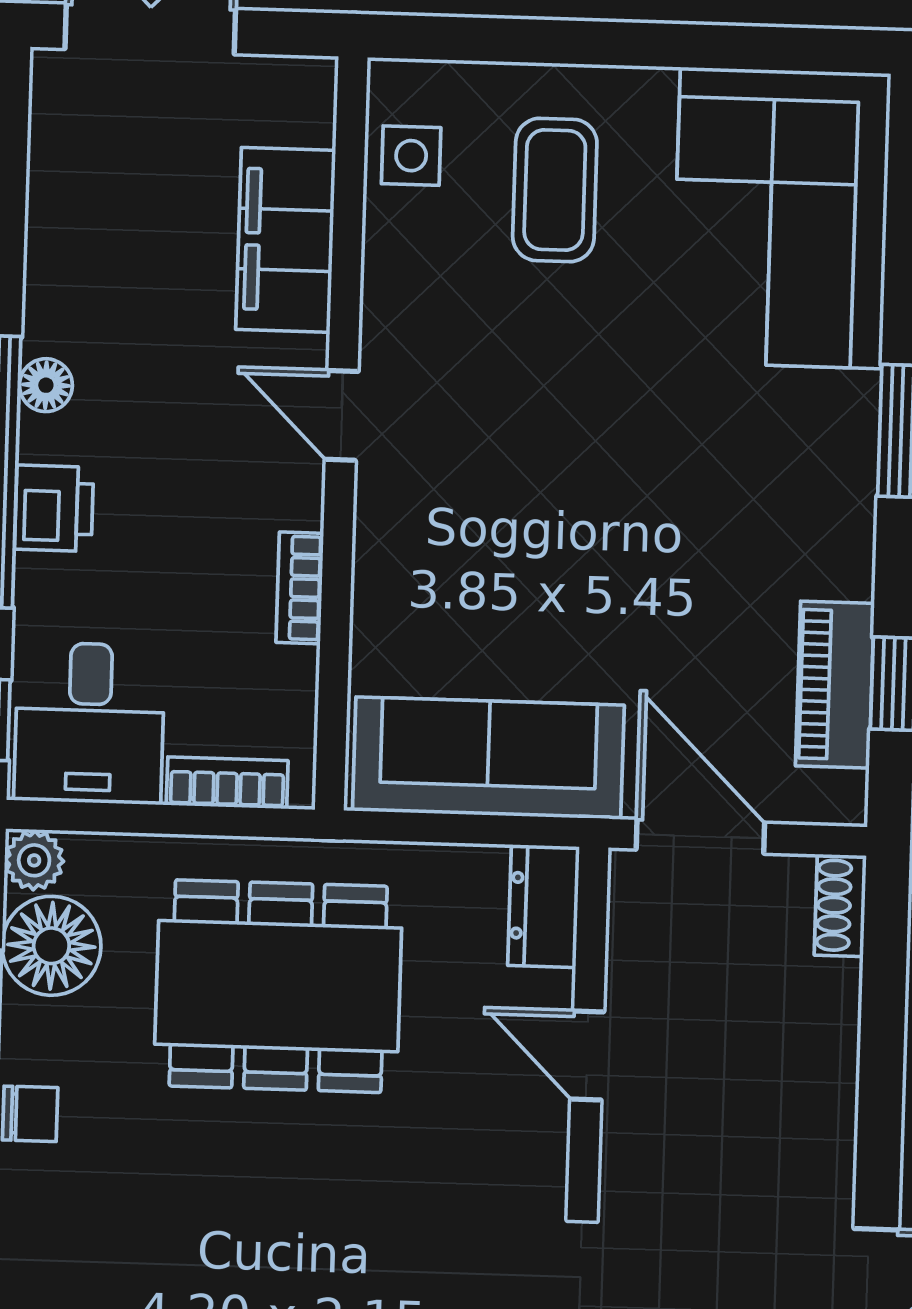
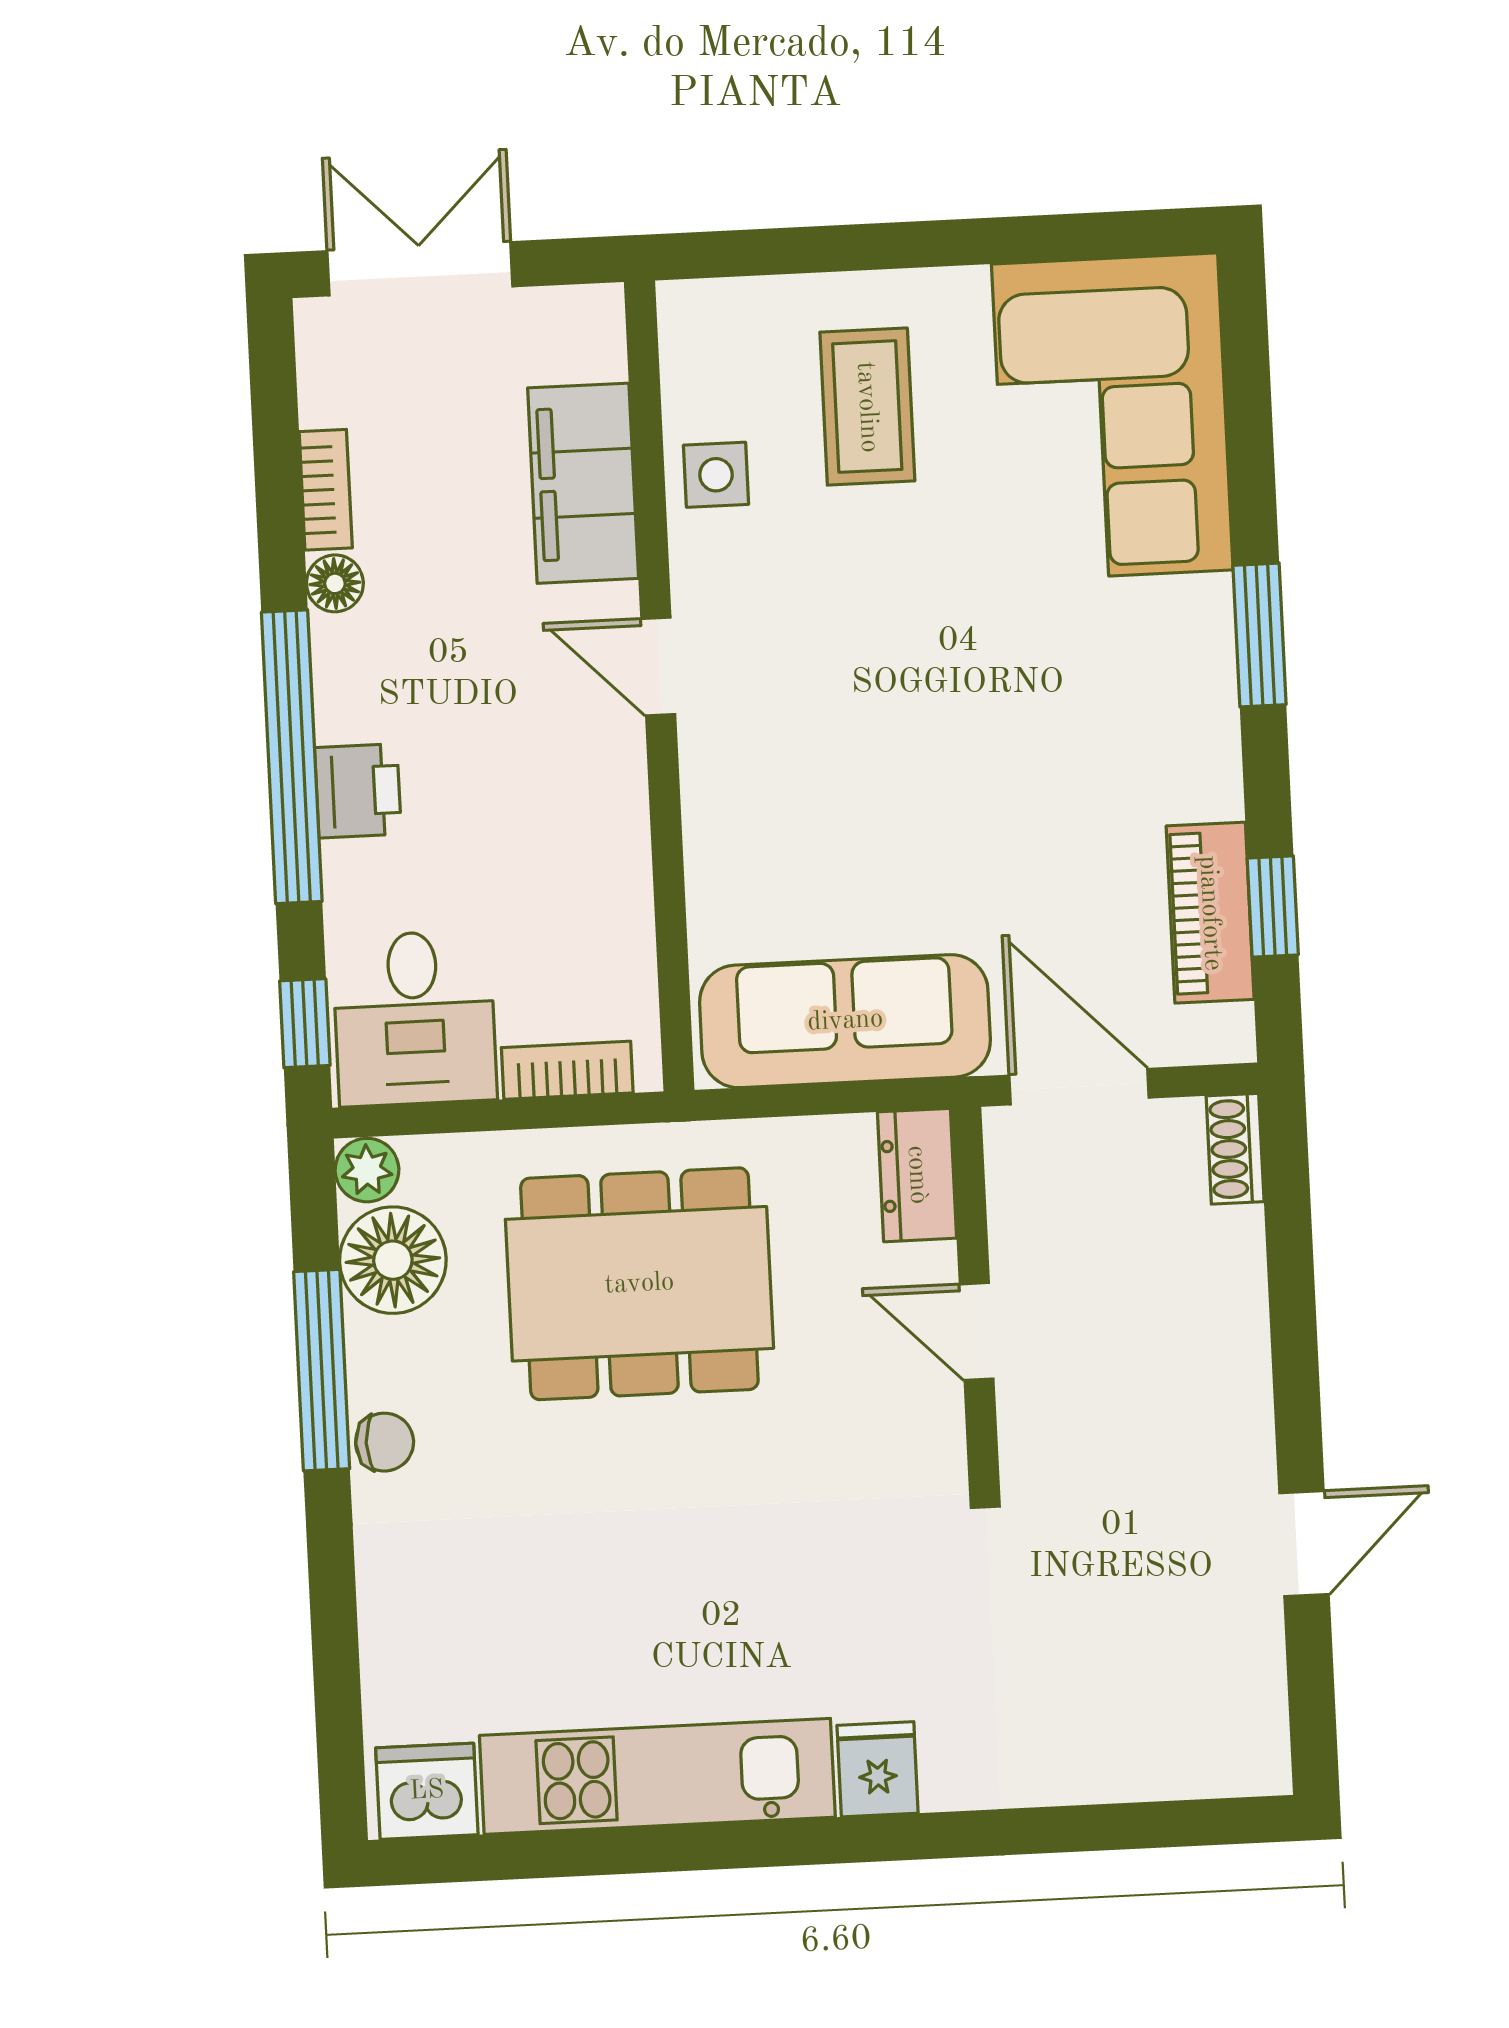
side table: (411, 156) -> (716, 475), moved
floor lamp: (46, 385) -> (335, 583), moved
bookcase: (300, 588) -> (326, 490), moved, turned 180

